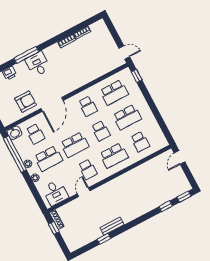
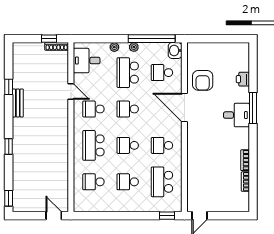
school desk: (127, 117) -> (128, 182), width x0.54
school desk: (75, 145) -> (128, 109), width x0.54
window: (166, 206) -> (9, 146), moved

